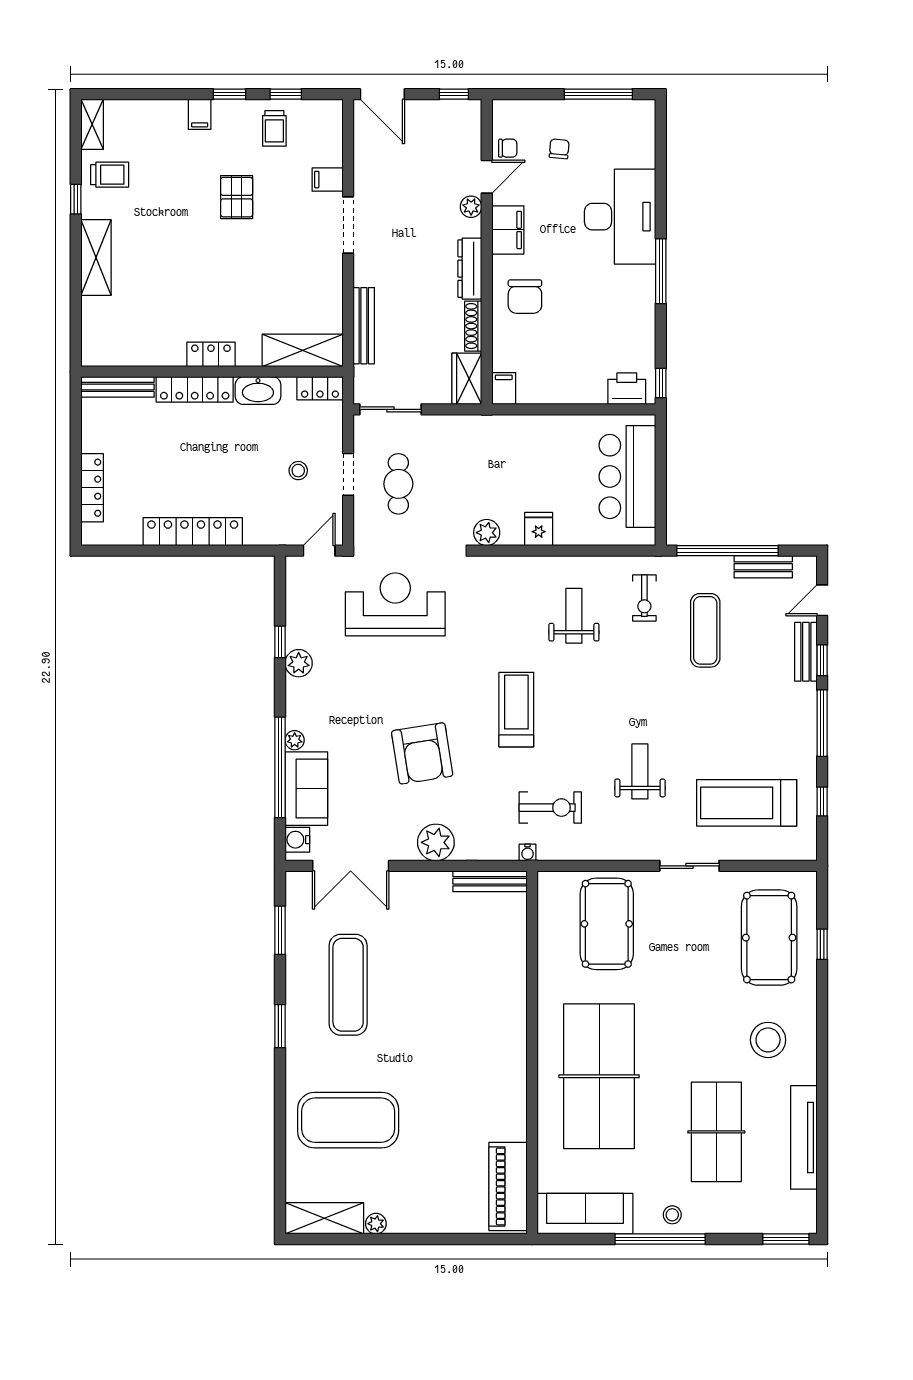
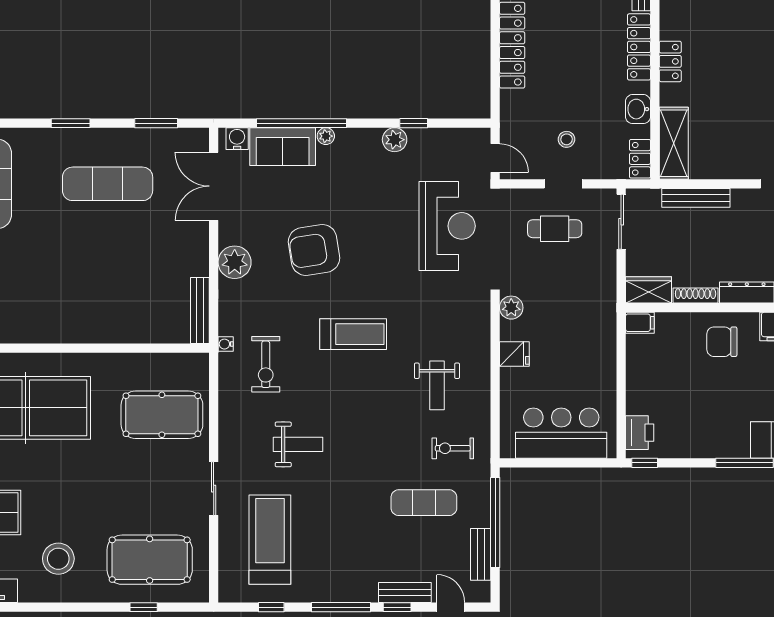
washbasin: (258, 391) -> (638, 109), width x0.72
weight bench: (574, 616) -> (437, 385), turned 90

